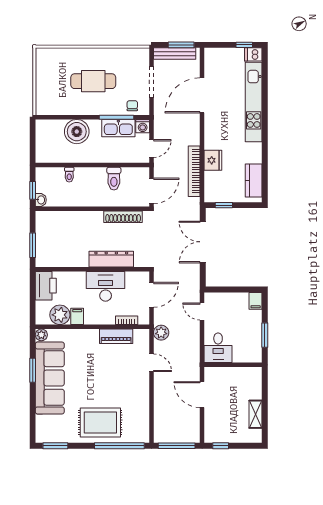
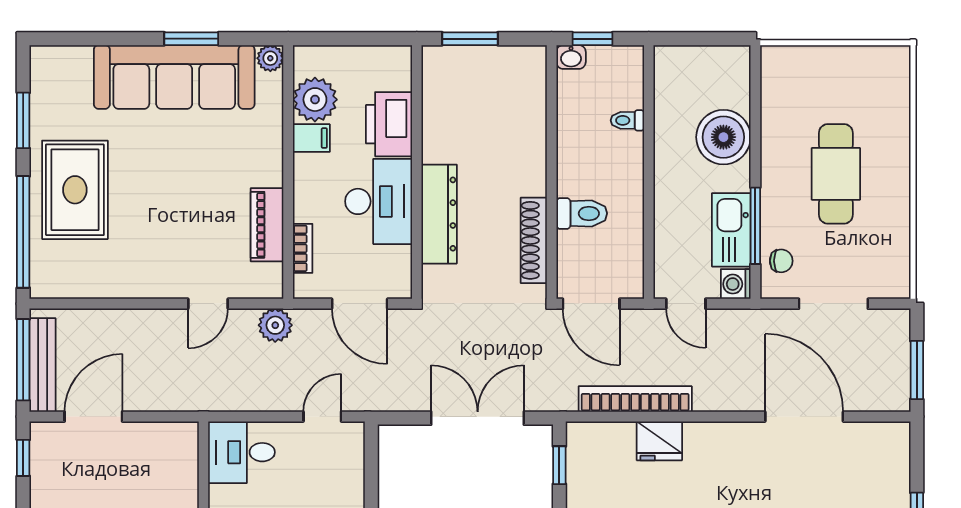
bench: (175, 54) -> (43, 365), moved
toilet: (114, 179) -> (582, 213), moved, turned 180
printer: (46, 286) -> (389, 124), moved, turned 90
door: (202, 395) -> (93, 417), moved
window: (55, 446) -> (23, 120), moved

